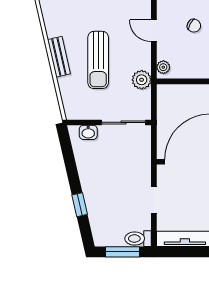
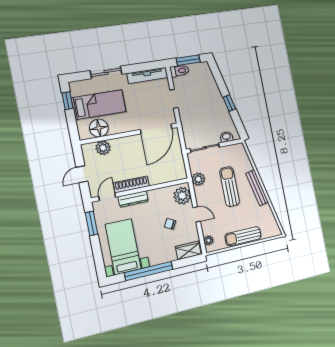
bench: (59, 57) -> (257, 188), width x1.36
plant: (163, 67) -> (182, 196), width x1.88, depth x1.88
window: (80, 205) -> (229, 103), moved

